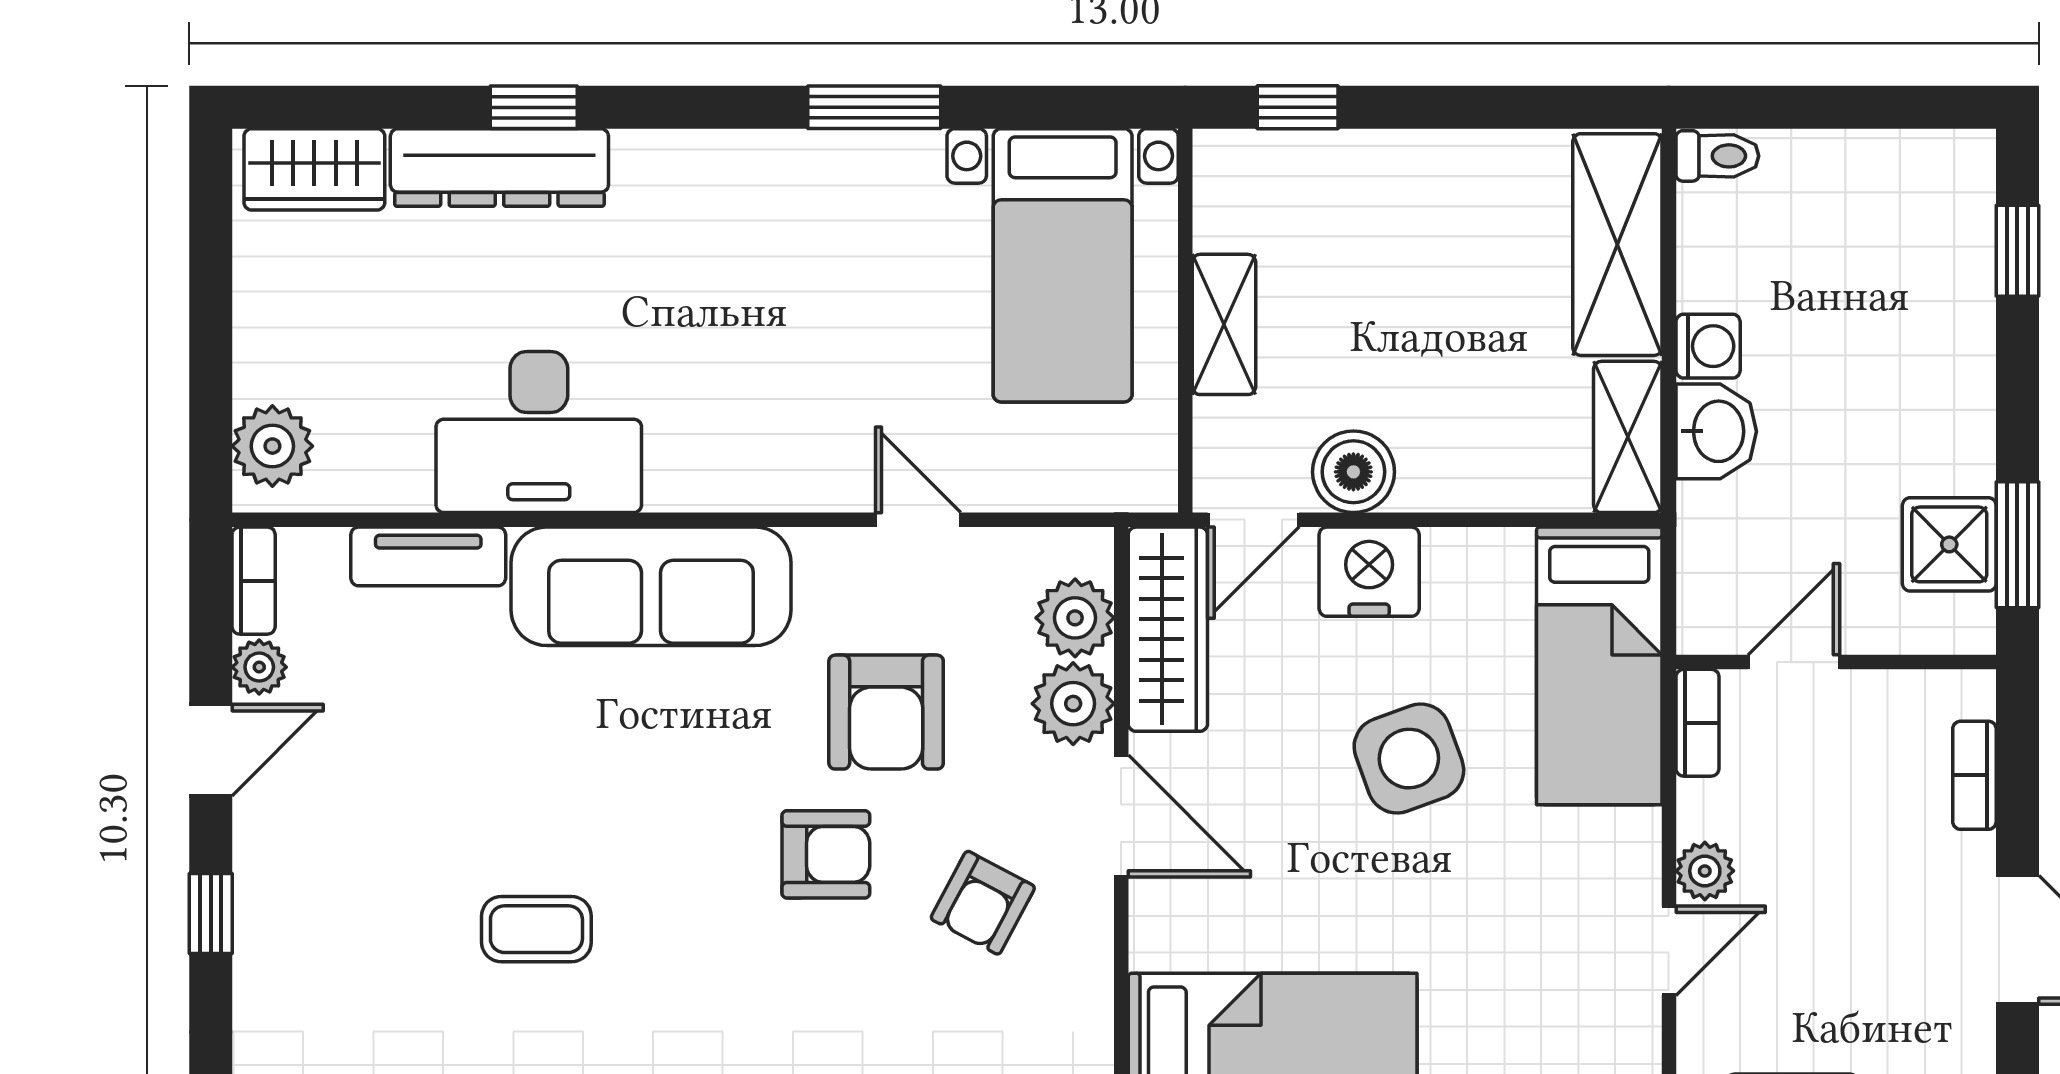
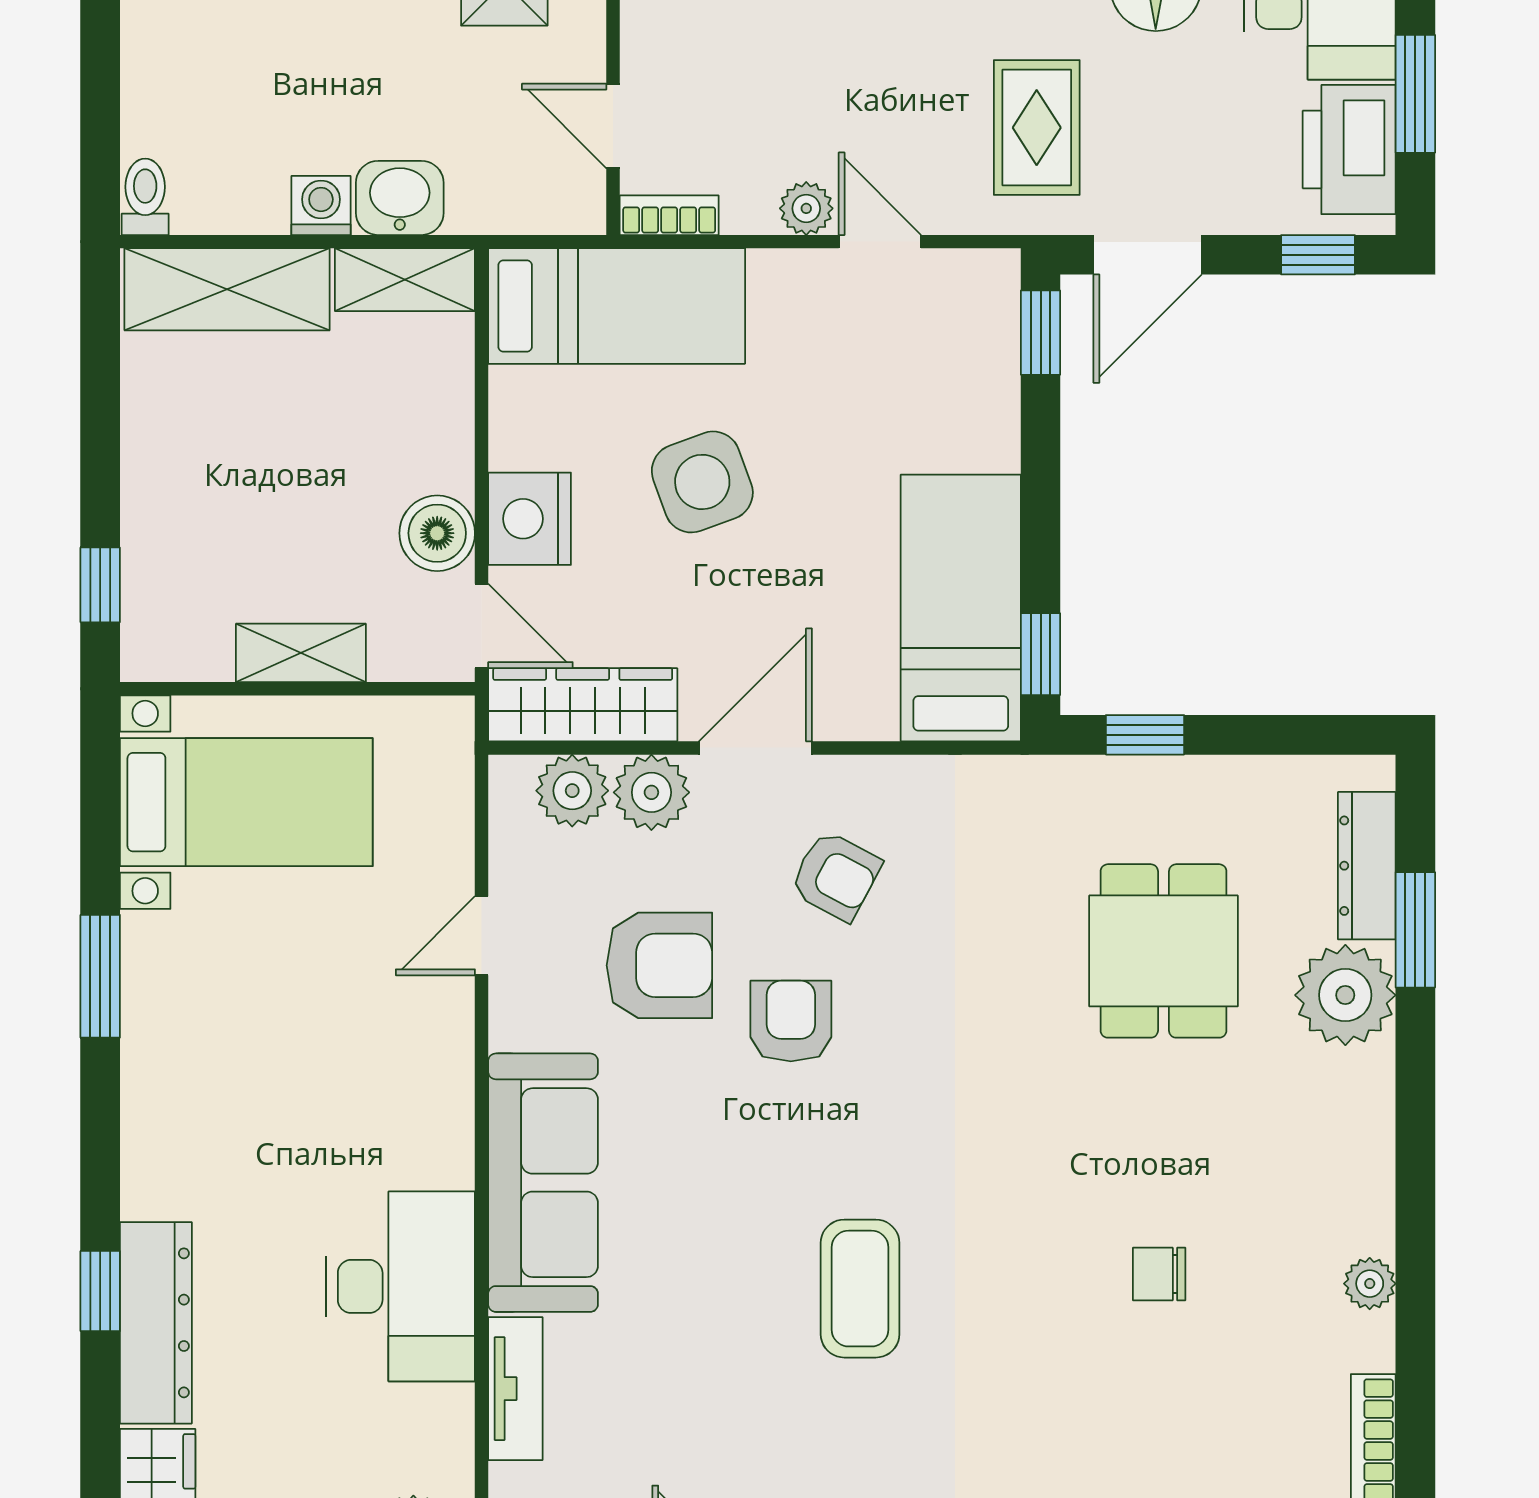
coffee table: (536, 929) -> (860, 1289), width x1.36, depth x1.30

